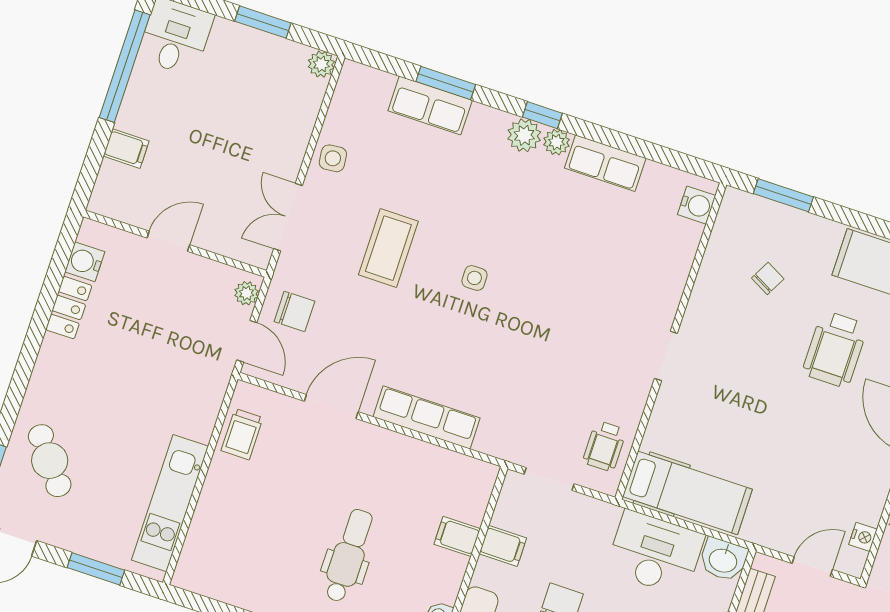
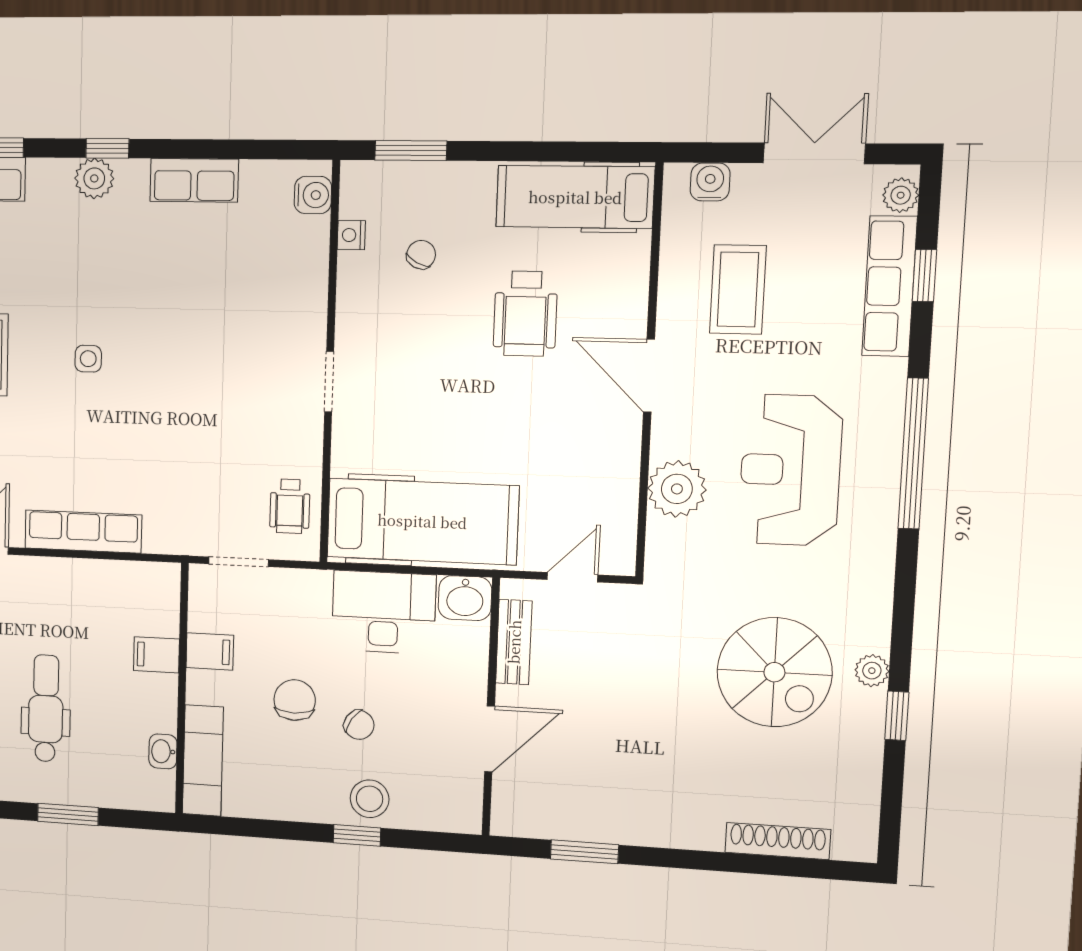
plant: (557, 142) -> (132, 174), removed
hospital bed: (687, 493) -> (422, 521), width x1.37, depth x1.29
nightstand: (863, 537) -> (351, 235), moved, turned 180

